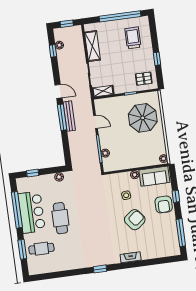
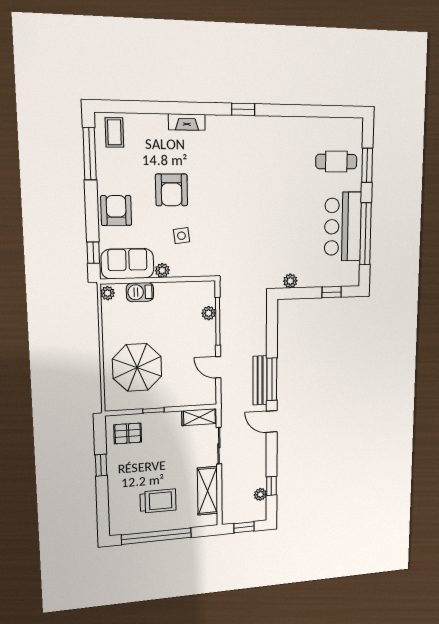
trolley: (133, 38) -> (158, 501), moved, turned -90
barbecue: (146, 161) -> (140, 292), added
window: (176, 196) -> (93, 253), moved
cafe table: (60, 218) -> (298, 210), removed
armchair: (135, 220) -> (172, 190), turned -52
coffee table: (169, 246) -> (114, 132), added

